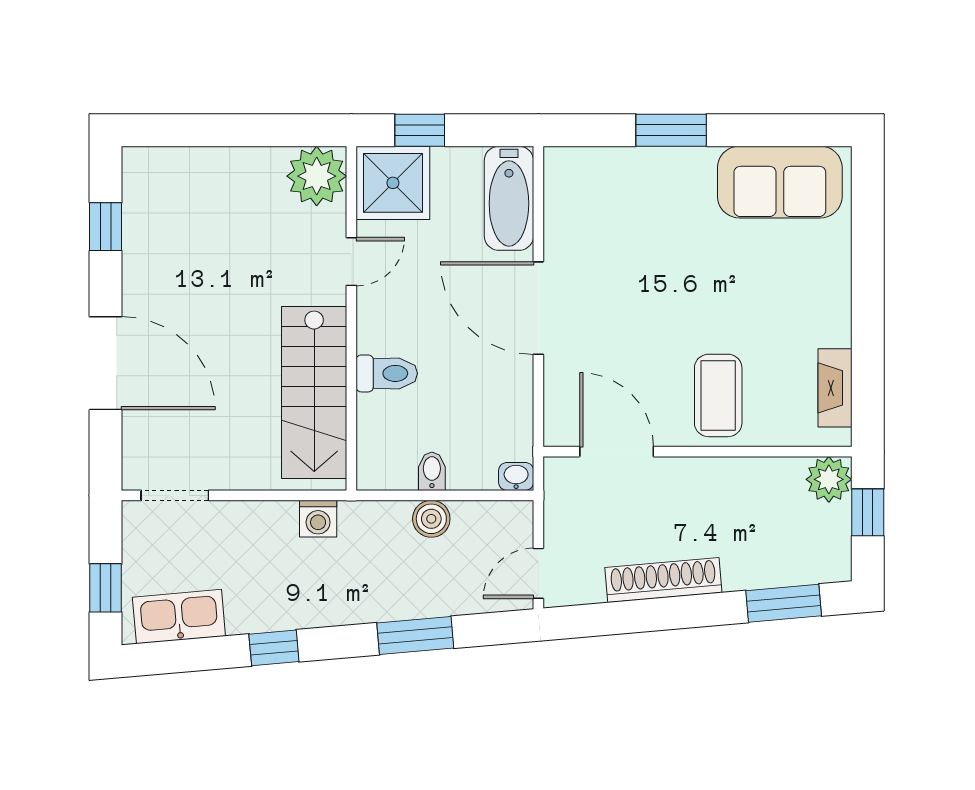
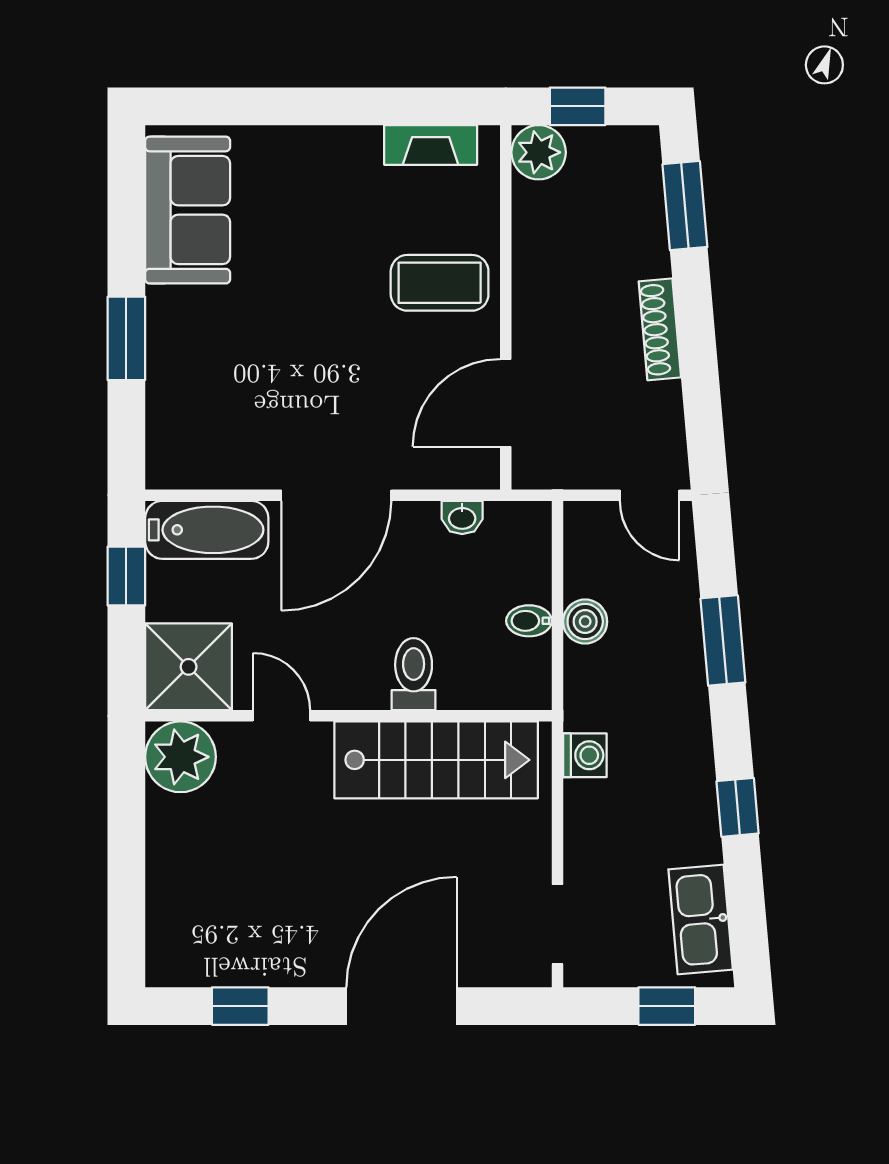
window: (420, 130) -> (126, 576), moved
washbasin: (516, 476) -> (462, 517), moved, turned -90
shoe rack: (663, 580) -> (660, 329), width x0.74, depth x0.81

